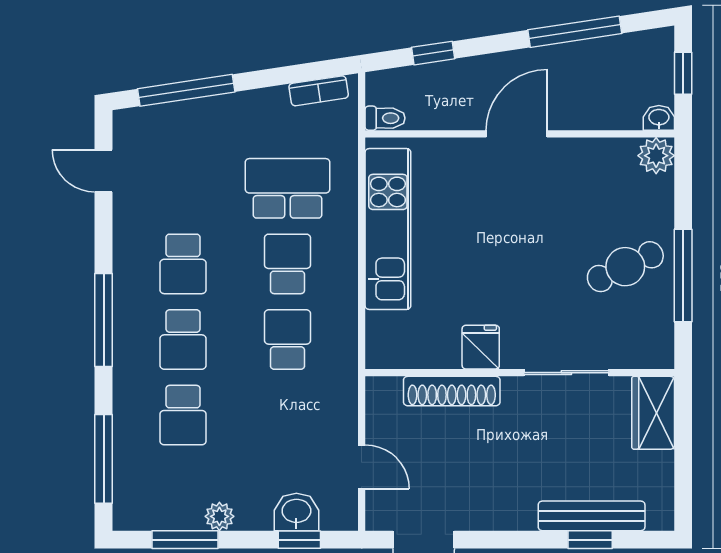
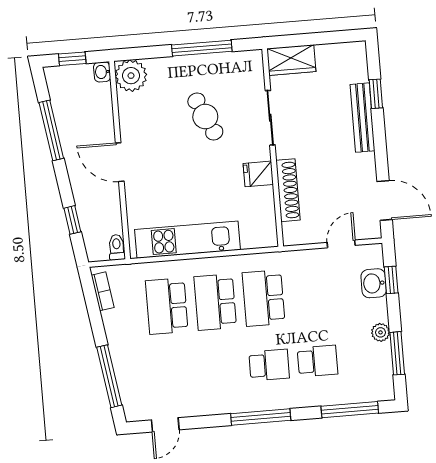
plant: (656, 156) -> (131, 76), width x1.36, depth x1.36
school desk: (183, 264) -> (221, 369), removed
school desk: (287, 264) -> (215, 302), width x1.85
cafe table: (625, 267) -> (205, 117), moved
school desk: (287, 339) -> (264, 298), width x1.85
bench: (592, 516) -> (362, 118), moved

